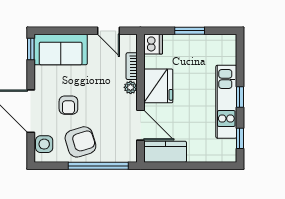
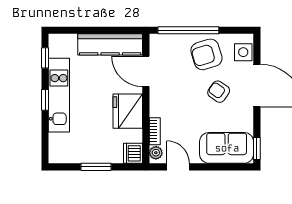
plant: (131, 87) -> (156, 153), moved
armchair: (68, 105) -> (219, 92), turned -55
kitchen counter: (165, 152) -> (110, 44), width x1.50

